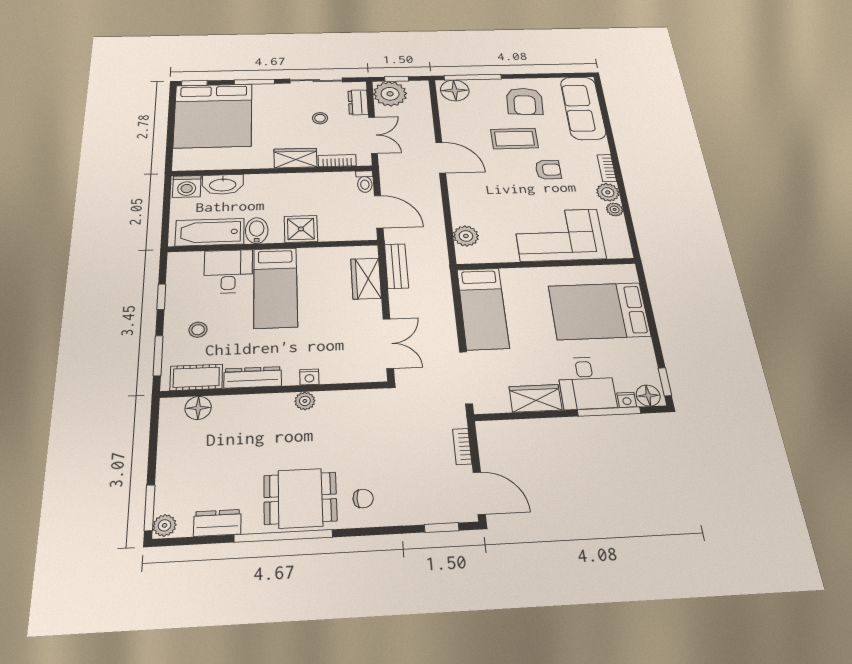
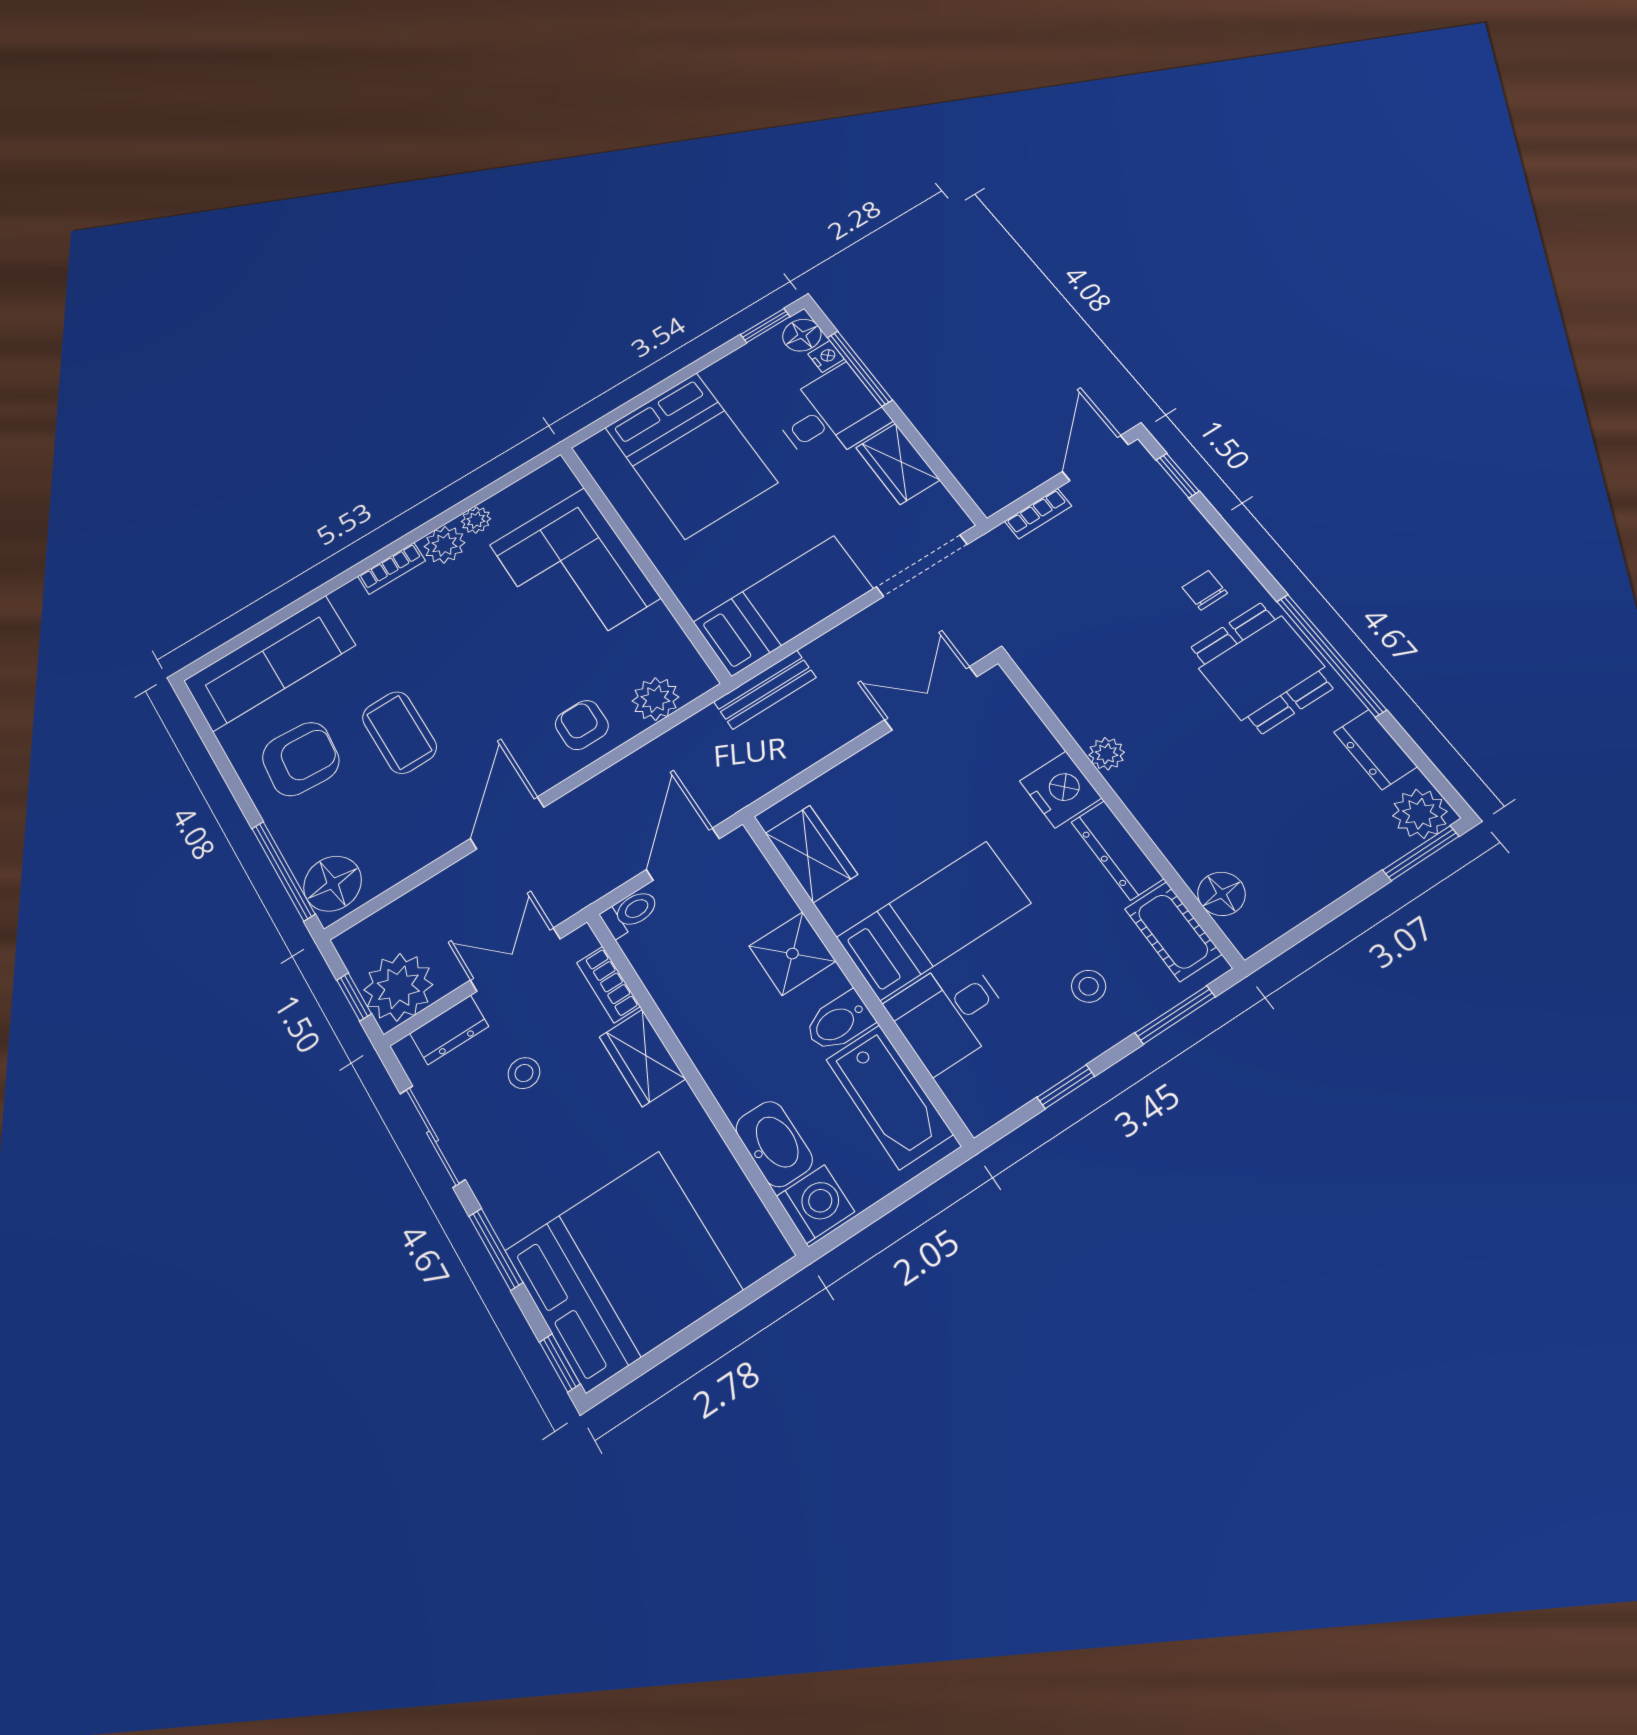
armchair: (548, 170) -> (582, 725), moved
bench: (396, 266) -> (765, 690), moved
wardrobe: (366, 279) -> (811, 854), moved, turned -90
nightstand: (309, 377) -> (1060, 789), width x1.89, depth x1.79
plant: (165, 525) -> (1420, 814), width x1.38, depth x1.38

